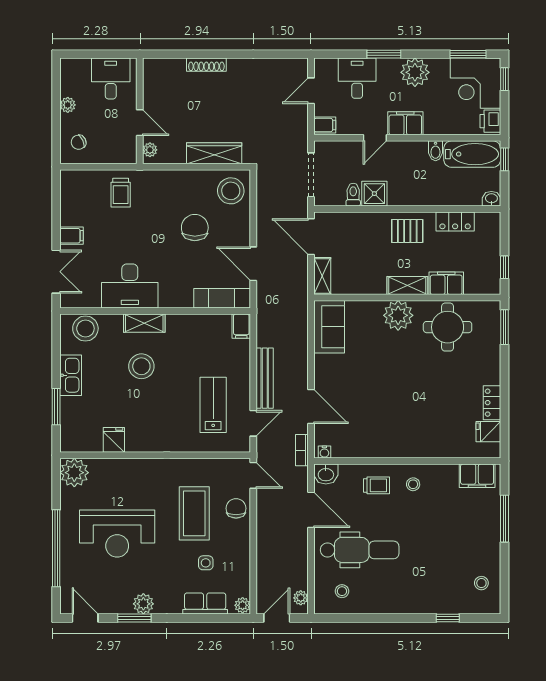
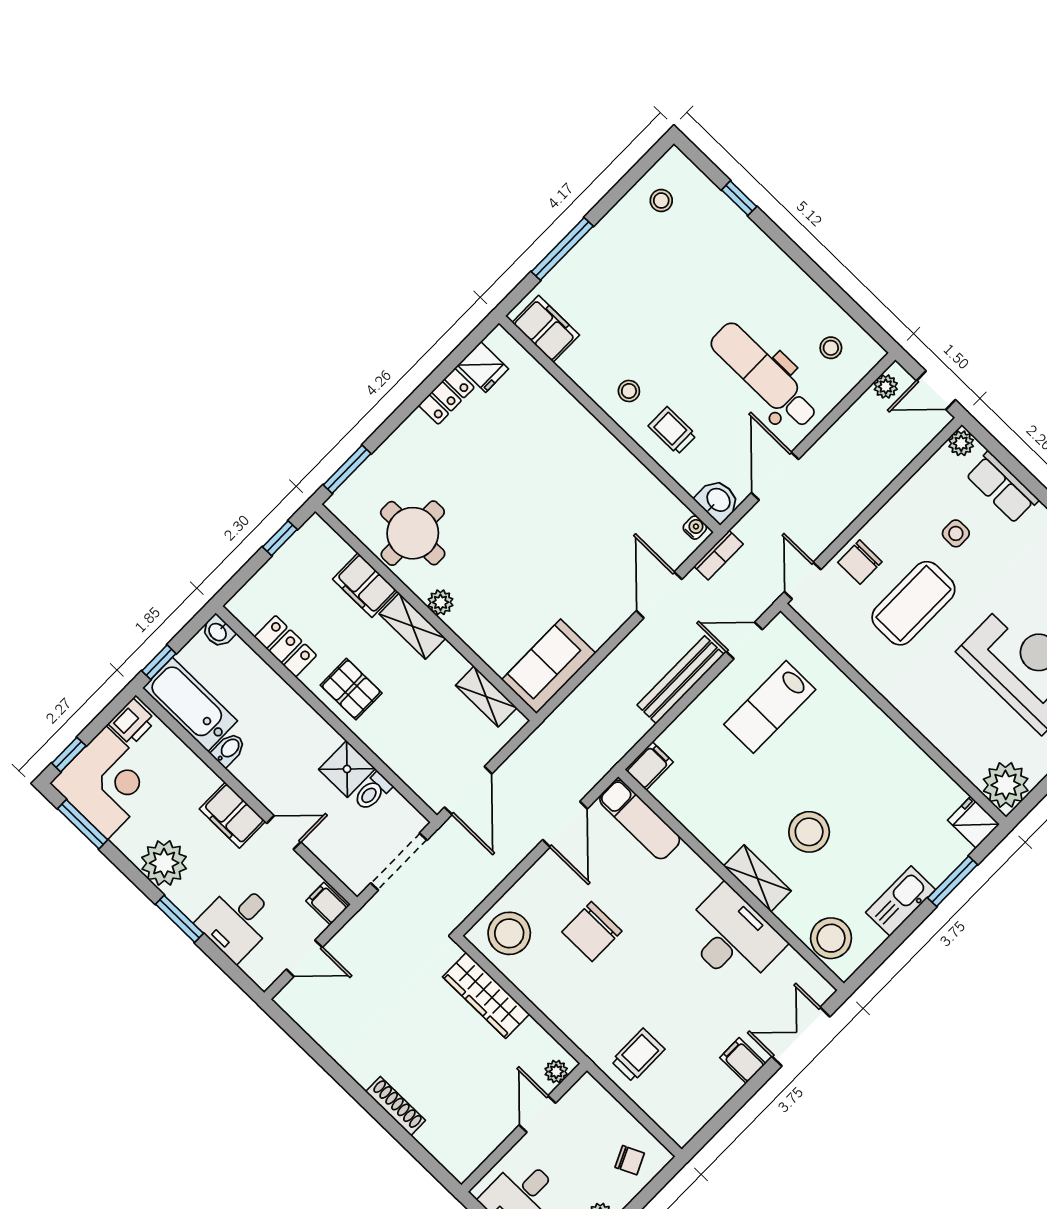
shelving: (322, 276) -> (486, 697), moved, turned 90
plant: (398, 315) -> (441, 602), width x0.53, depth x0.53
fridge: (114, 440) -> (973, 822), moved, turned 90

